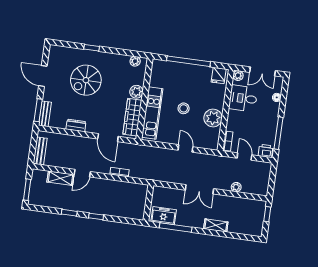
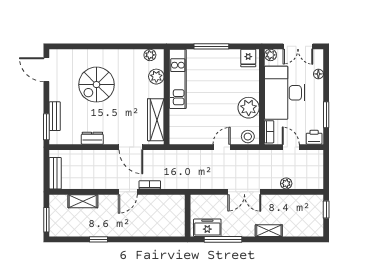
window: (92, 48) -> (98, 46), removed
window: (189, 61) -> (211, 46), width x0.68
door: (43, 76) -> (46, 70), moved
plant: (136, 92) -> (156, 77), moved
desk: (243, 98) -> (285, 93), width x1.87, depth x1.30
stool: (184, 108) -> (248, 137), moved
kitchen unit: (152, 113) -> (178, 79), moved
bench: (45, 114) -> (55, 116), moved
window: (279, 133) -> (326, 115), width x0.69
door: (185, 148) -> (222, 147), hinge flipped
door: (82, 173) -> (128, 192), moved
window: (96, 216) -> (130, 239), removed

